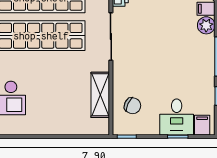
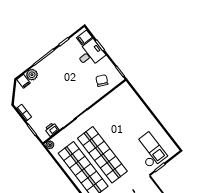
shelving: (100, 95) -> (109, 101), removed

